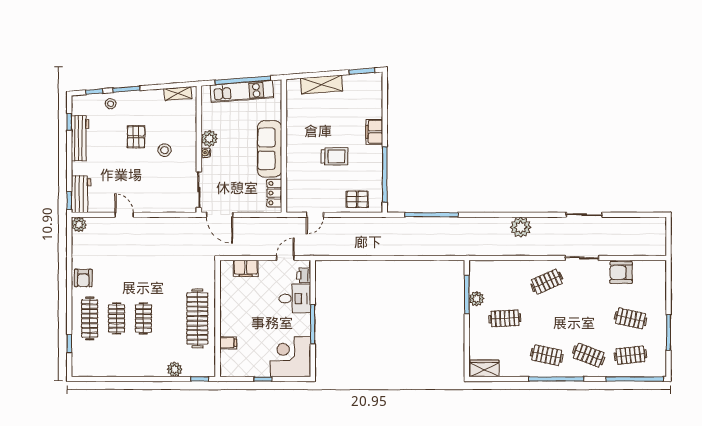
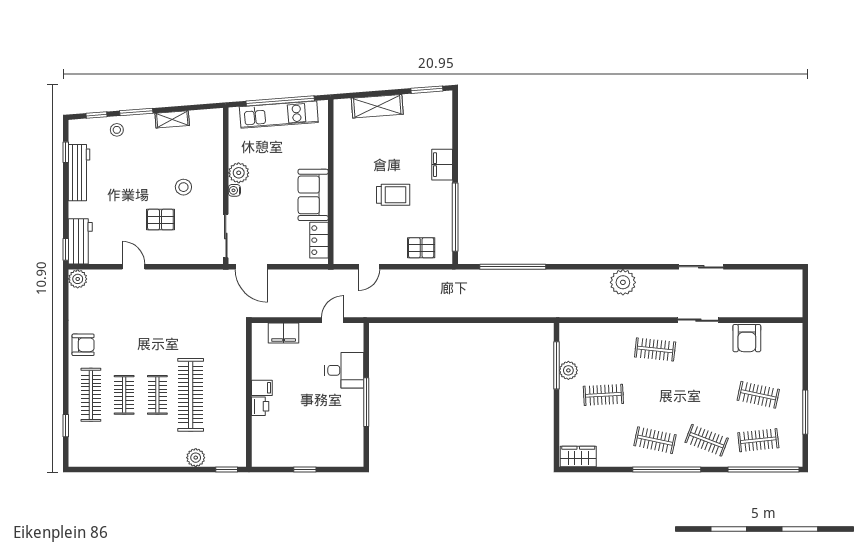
shelving: (178, 94) -> (172, 119), moved
pallet: (136, 137) -> (160, 220), moved, turned 90
sofa: (270, 149) -> (313, 195), width x0.73
armchair: (621, 272) -> (747, 338), turned -90
printer: (304, 275) -> (260, 406), moved, turned 180
armchair: (83, 278) -> (83, 345), turned -90
clothes rail: (547, 282) -> (655, 349), turned 30
clothes rail: (197, 318) -> (191, 395), moved
filing cabinet: (228, 343) -> (262, 388), moved
corner desk: (290, 357) -> (339, 442), removed

